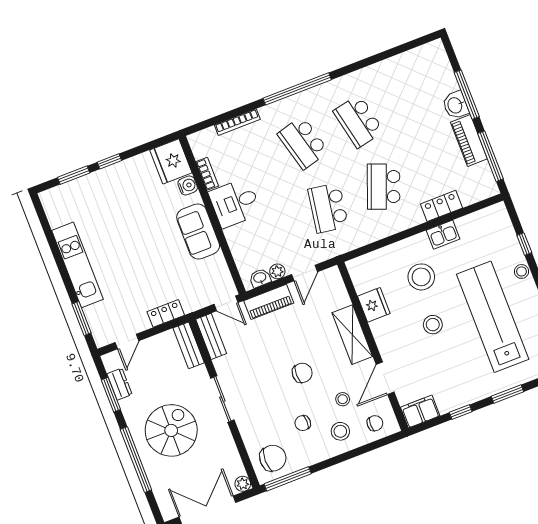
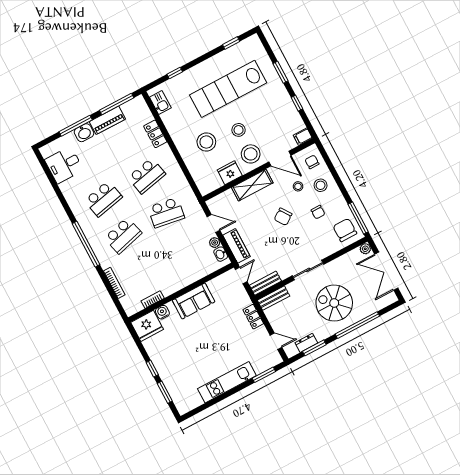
school desk: (384, 187) -> (147, 176), turned -33
desk: (235, 203) -> (64, 165), moved, turned 90
kitchen sink: (443, 235) -> (160, 102), moved
stool: (521, 271) -> (251, 154), moved, width x1.89, depth x1.89
chair: (302, 373) -> (283, 217), turned -125
filing cabinet: (420, 412) -> (303, 137), width x0.50

